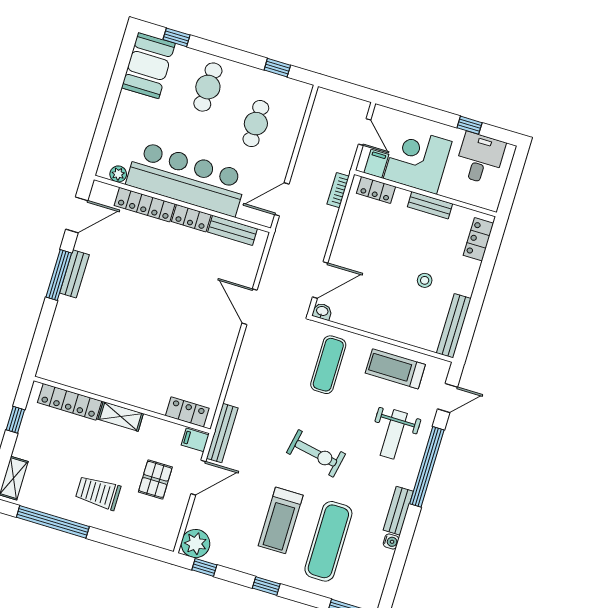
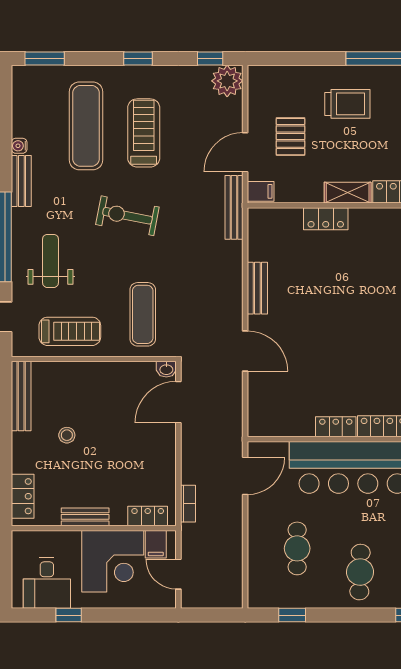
bench: (233, 230) -> (257, 288), moved, turned 90
locker: (187, 412) -> (326, 219), moved

